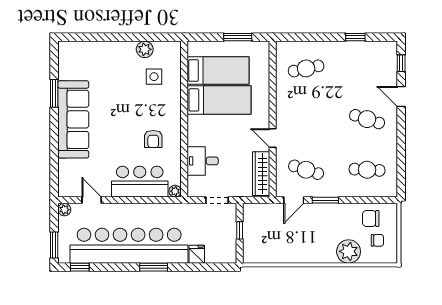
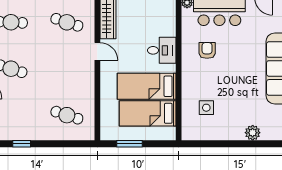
plant: (145, 49) -> (253, 133), moved
cafe table: (306, 68) -> (67, 115), turned 30
desk: (203, 161) -> (162, 50), moved

